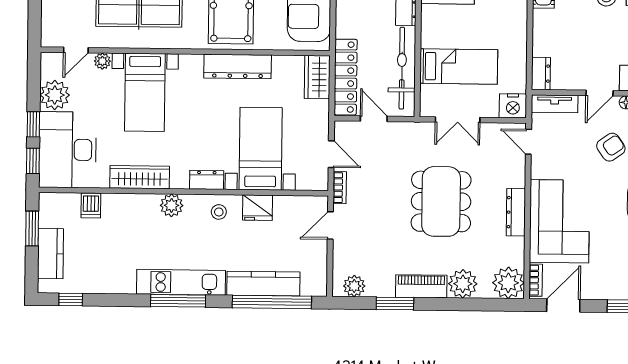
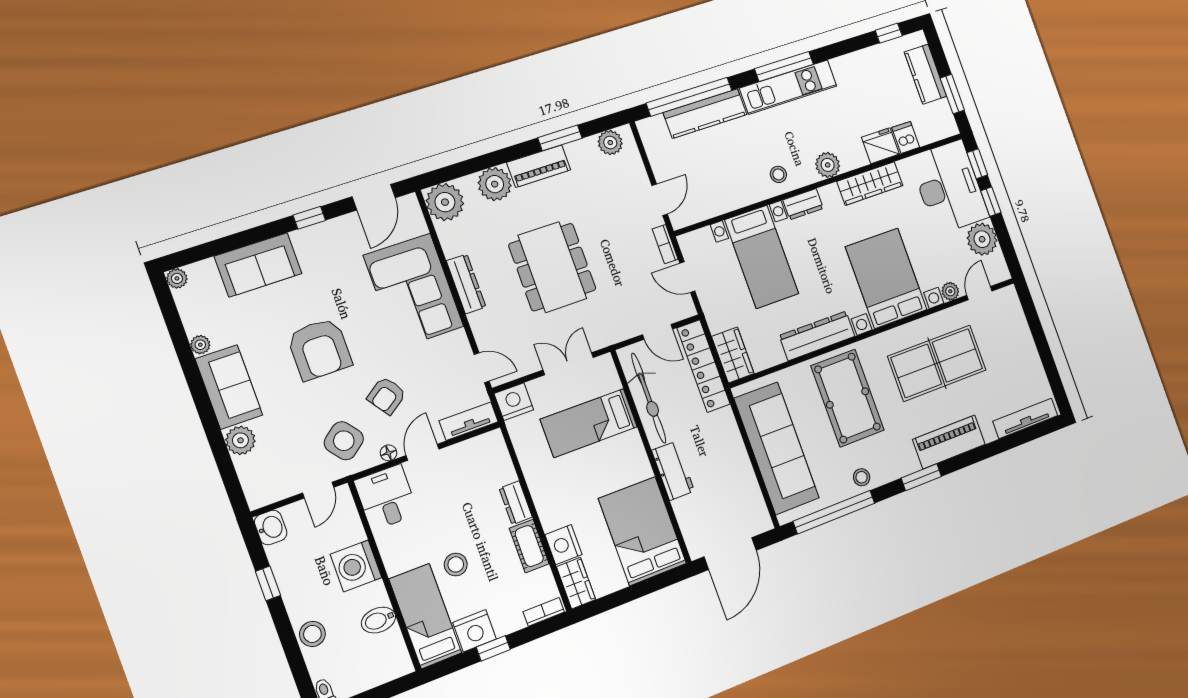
dresser: (541, 74) -> (516, 503), moved
bed with nightstands: (145, 92) -> (886, 278), width x1.36
fridge: (257, 208) -> (880, 146), moved
bookcase: (536, 280) -> (416, 215), removed

